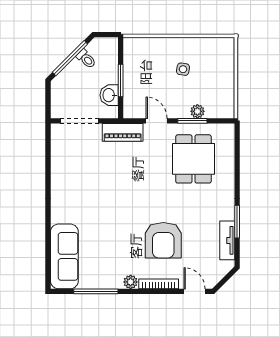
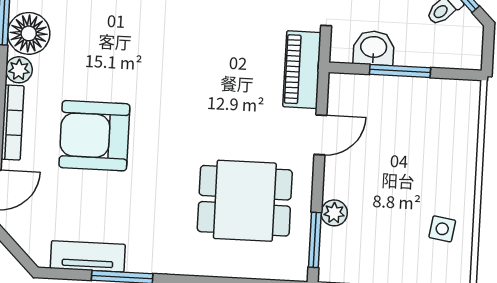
side table: (183, 69) -> (442, 229), moved
window: (192, 121) -> (315, 240), moved
floor lamp: (111, 278) -> (29, 33), added

